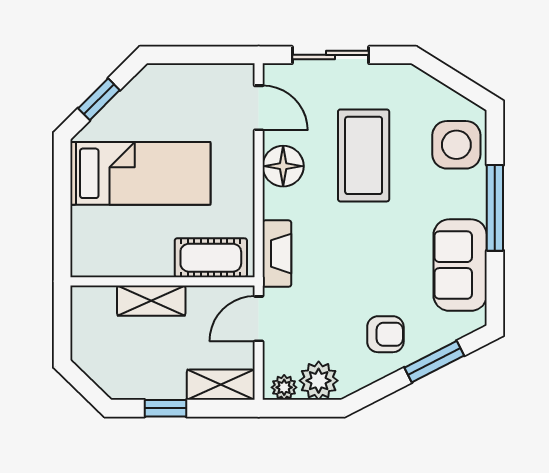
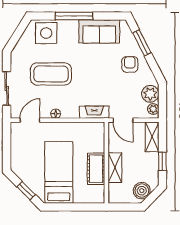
floor lamp: (283, 166) -> (56, 114), width x0.53, depth x0.53
cot: (211, 258) -> (96, 169), moved
boiler: (99, 361) -> (142, 191), added

